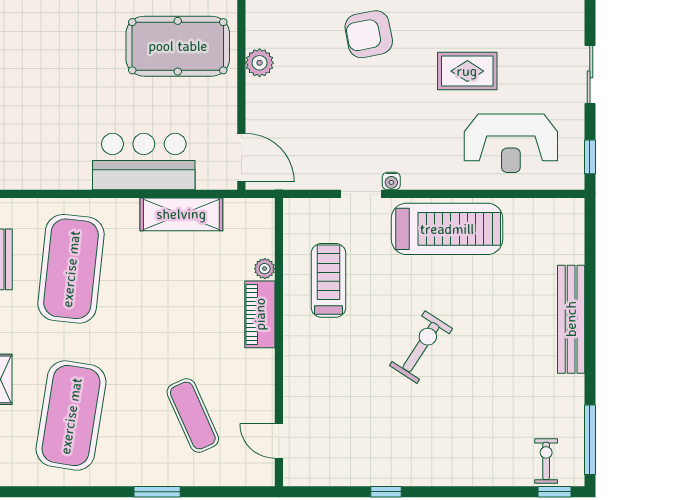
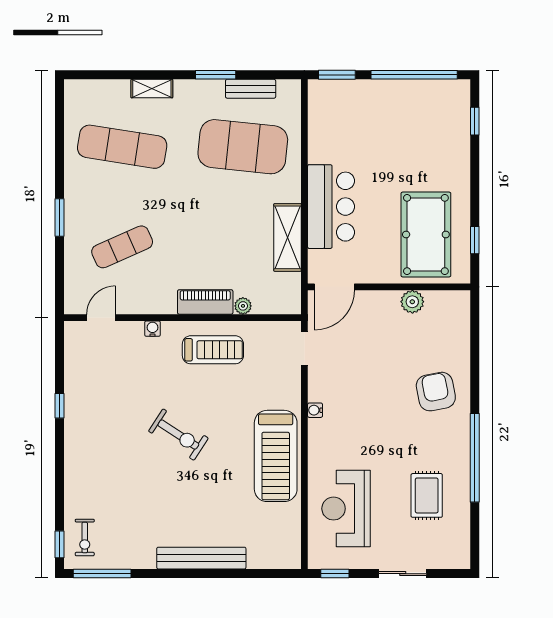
rug: (467, 71) -> (427, 495), moved
doorway: (361, 194) -> (304, 348), moved
treadmill: (328, 280) -> (213, 350), moved
water cooler: (292, 379) -> (152, 329), added
exercise mat: (71, 416) -> (122, 147), width x0.68
exercise bike: (546, 461) -> (85, 537), turned 90

